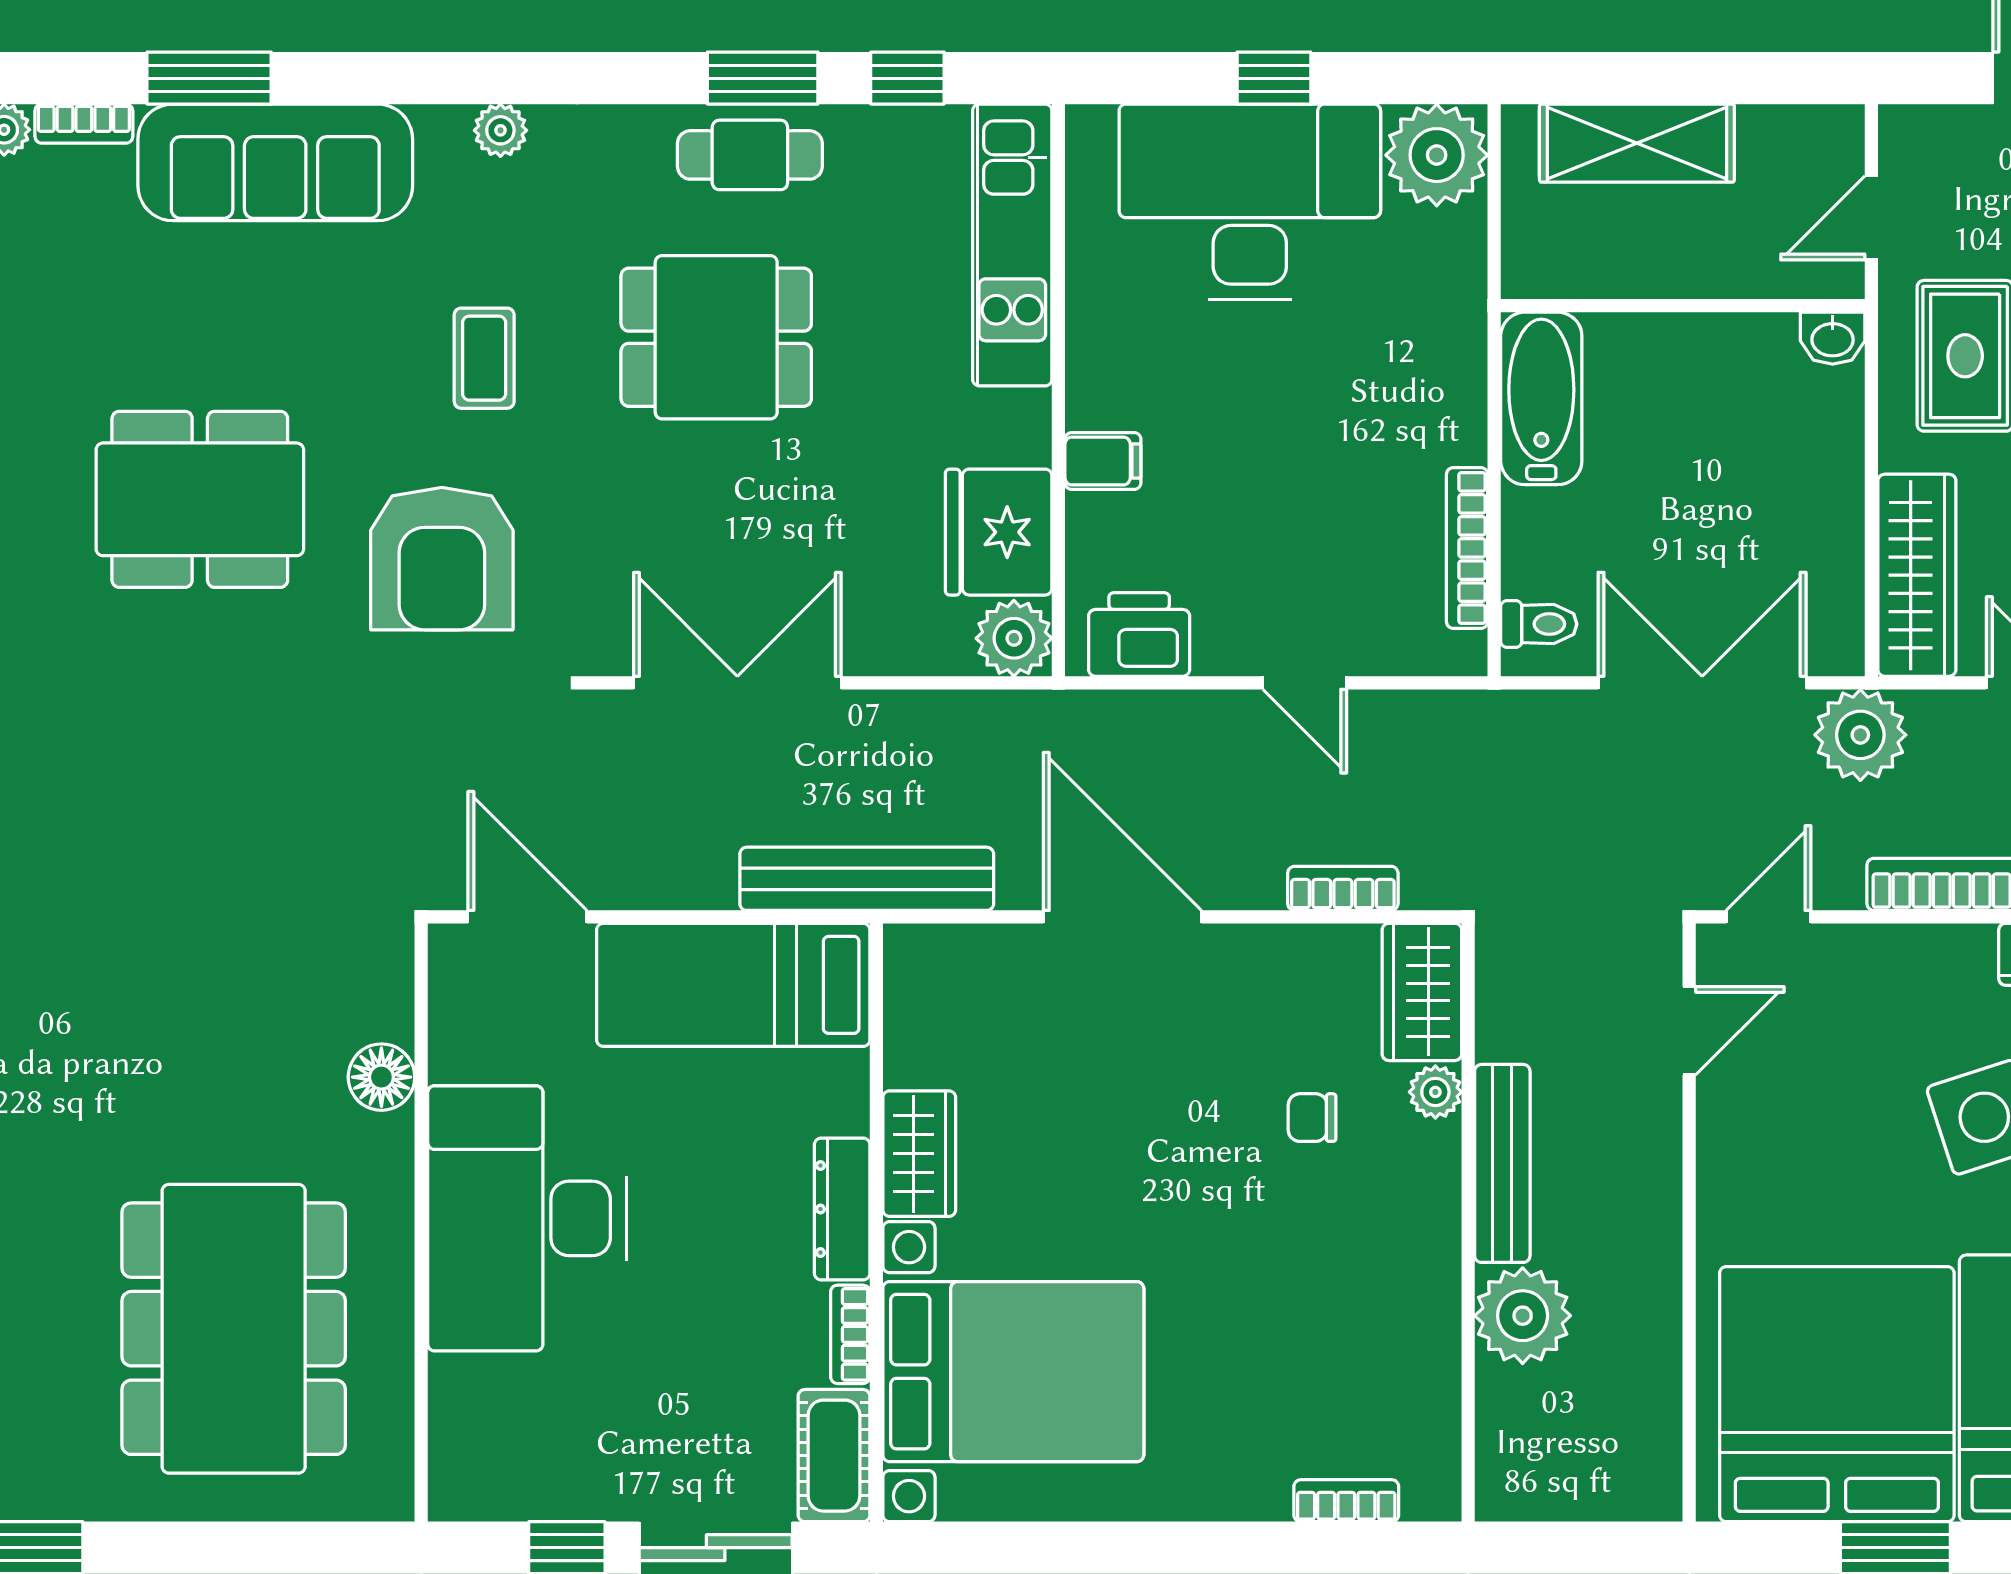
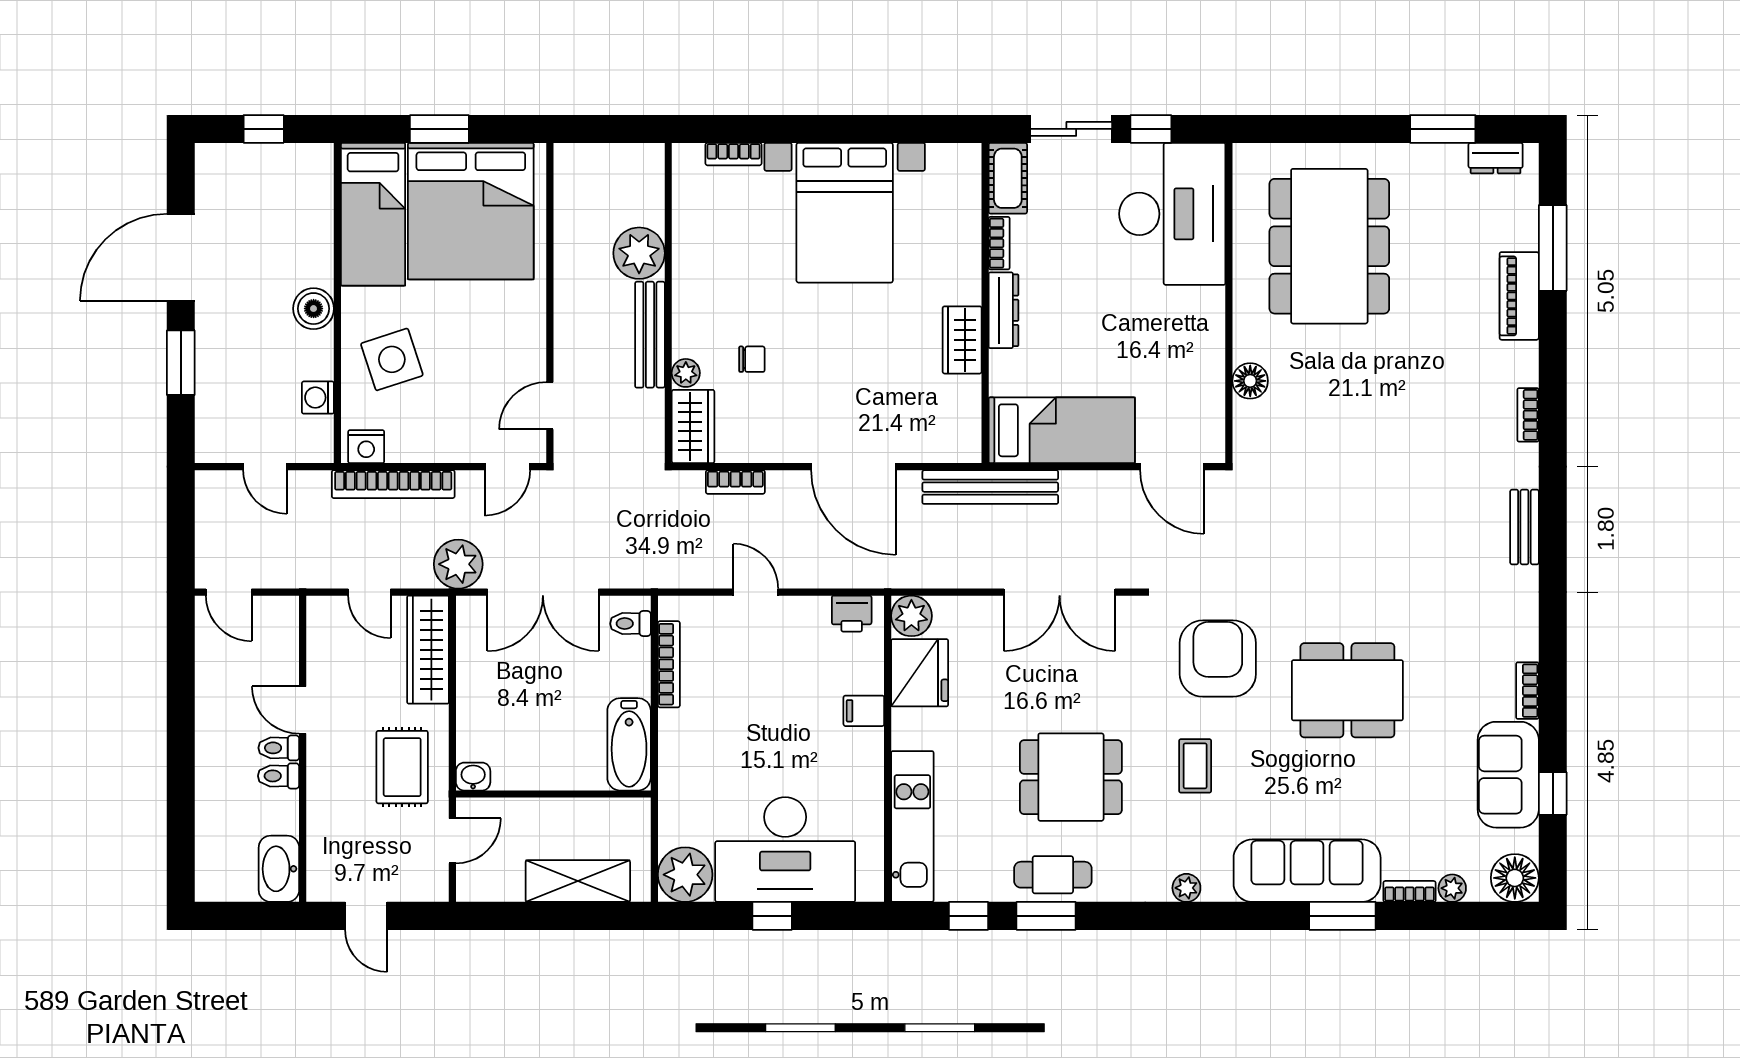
printer: (1139, 635) -> (852, 614), width x0.73, depth x0.81
desk: (527, 1218) -> (1172, 214), moved
bed with nightstands: (1013, 1372) -> (845, 213), moved, turned -90

